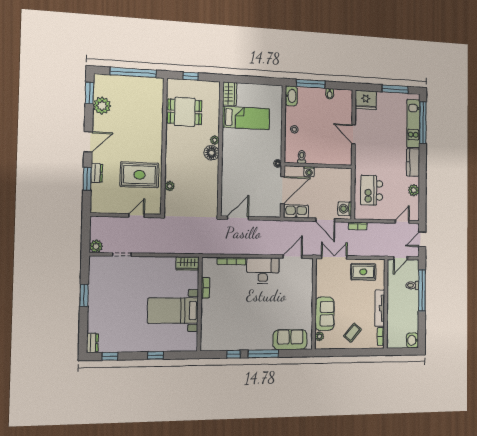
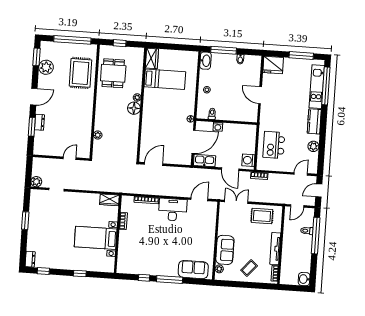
dining table: (185, 112) -> (113, 73), turned 90
rug: (139, 175) -> (80, 73), moved, turned 90

